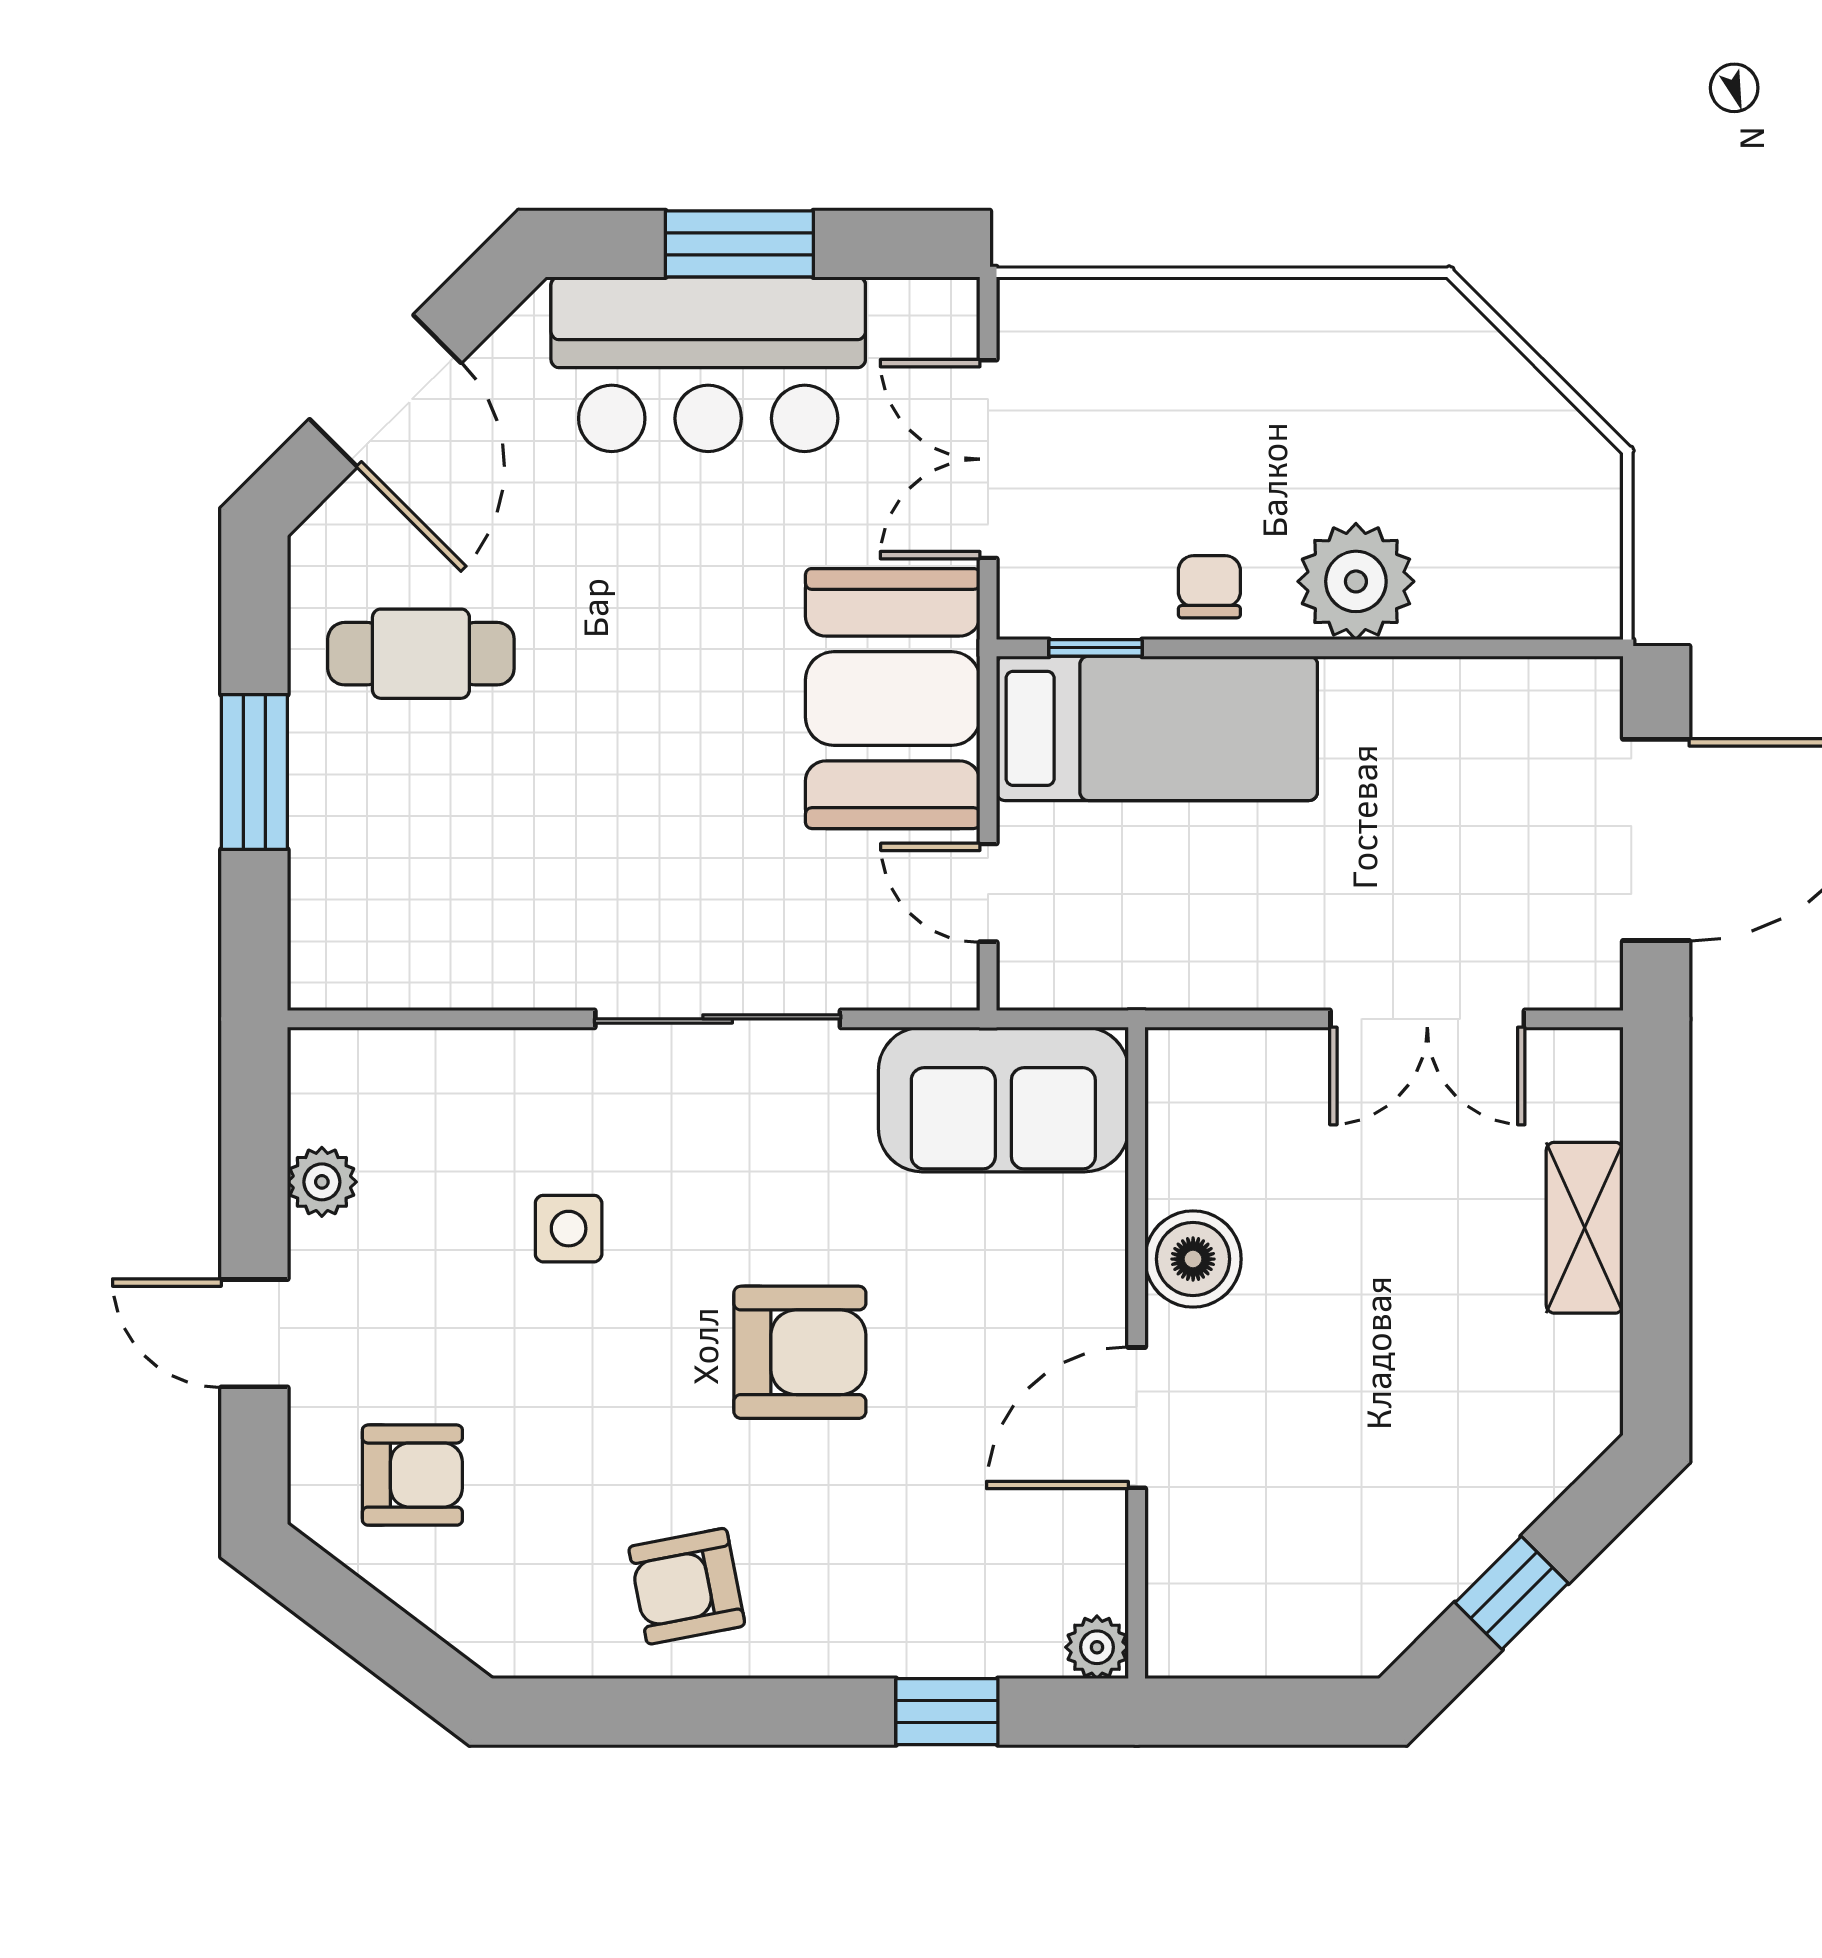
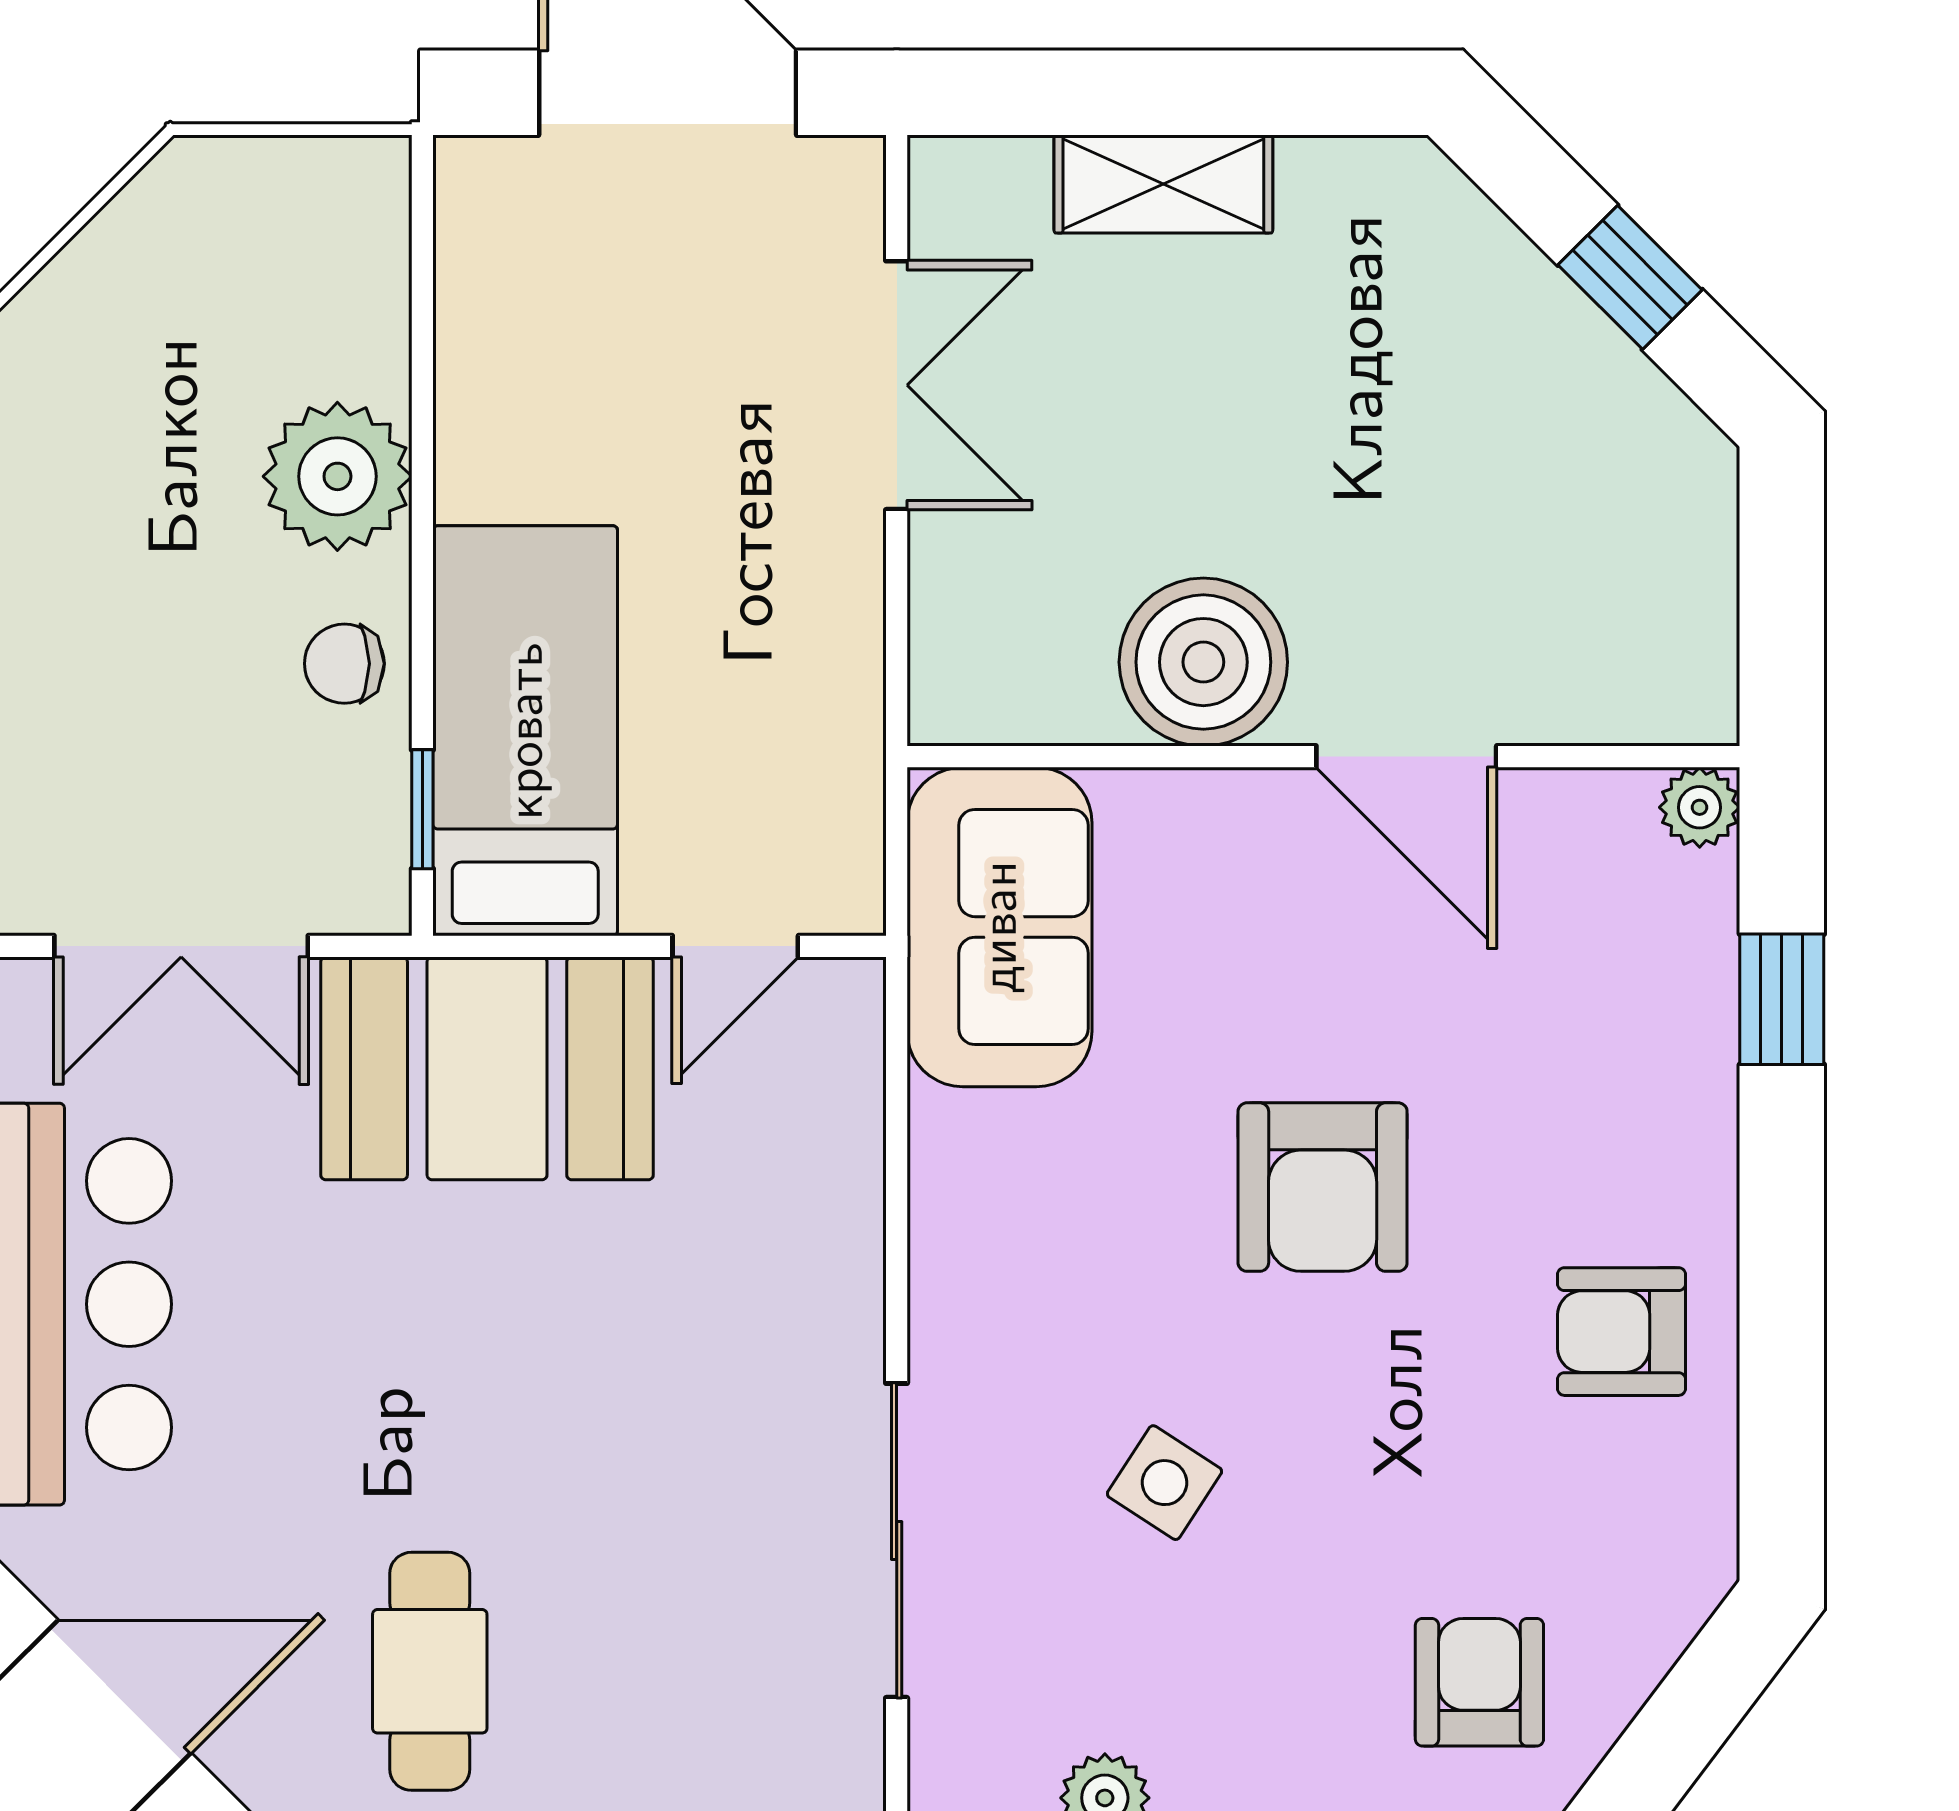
sliding door: (718, 1019) -> (897, 1540), moved
side table: (569, 1229) -> (1164, 1483), turned 33
boiler: (1193, 1259) -> (1203, 662), width x1.37, depth x1.37
armchair: (800, 1352) -> (1323, 1187), turned 180
armchair: (687, 1586) -> (1622, 1332), turned 101

